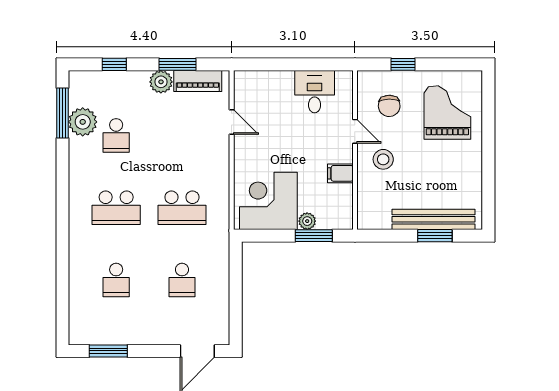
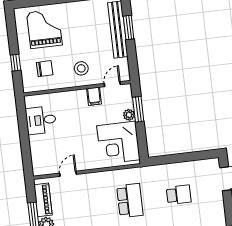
grand piano: (447, 112) -> (44, 29), turned 90
door: (355, 131) -> (112, 84), moved

